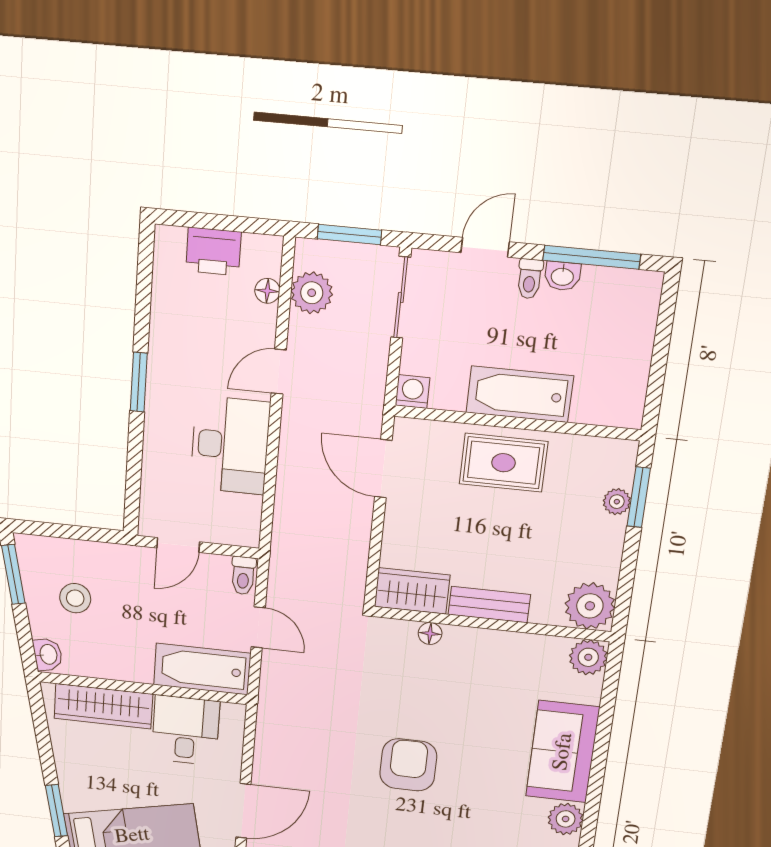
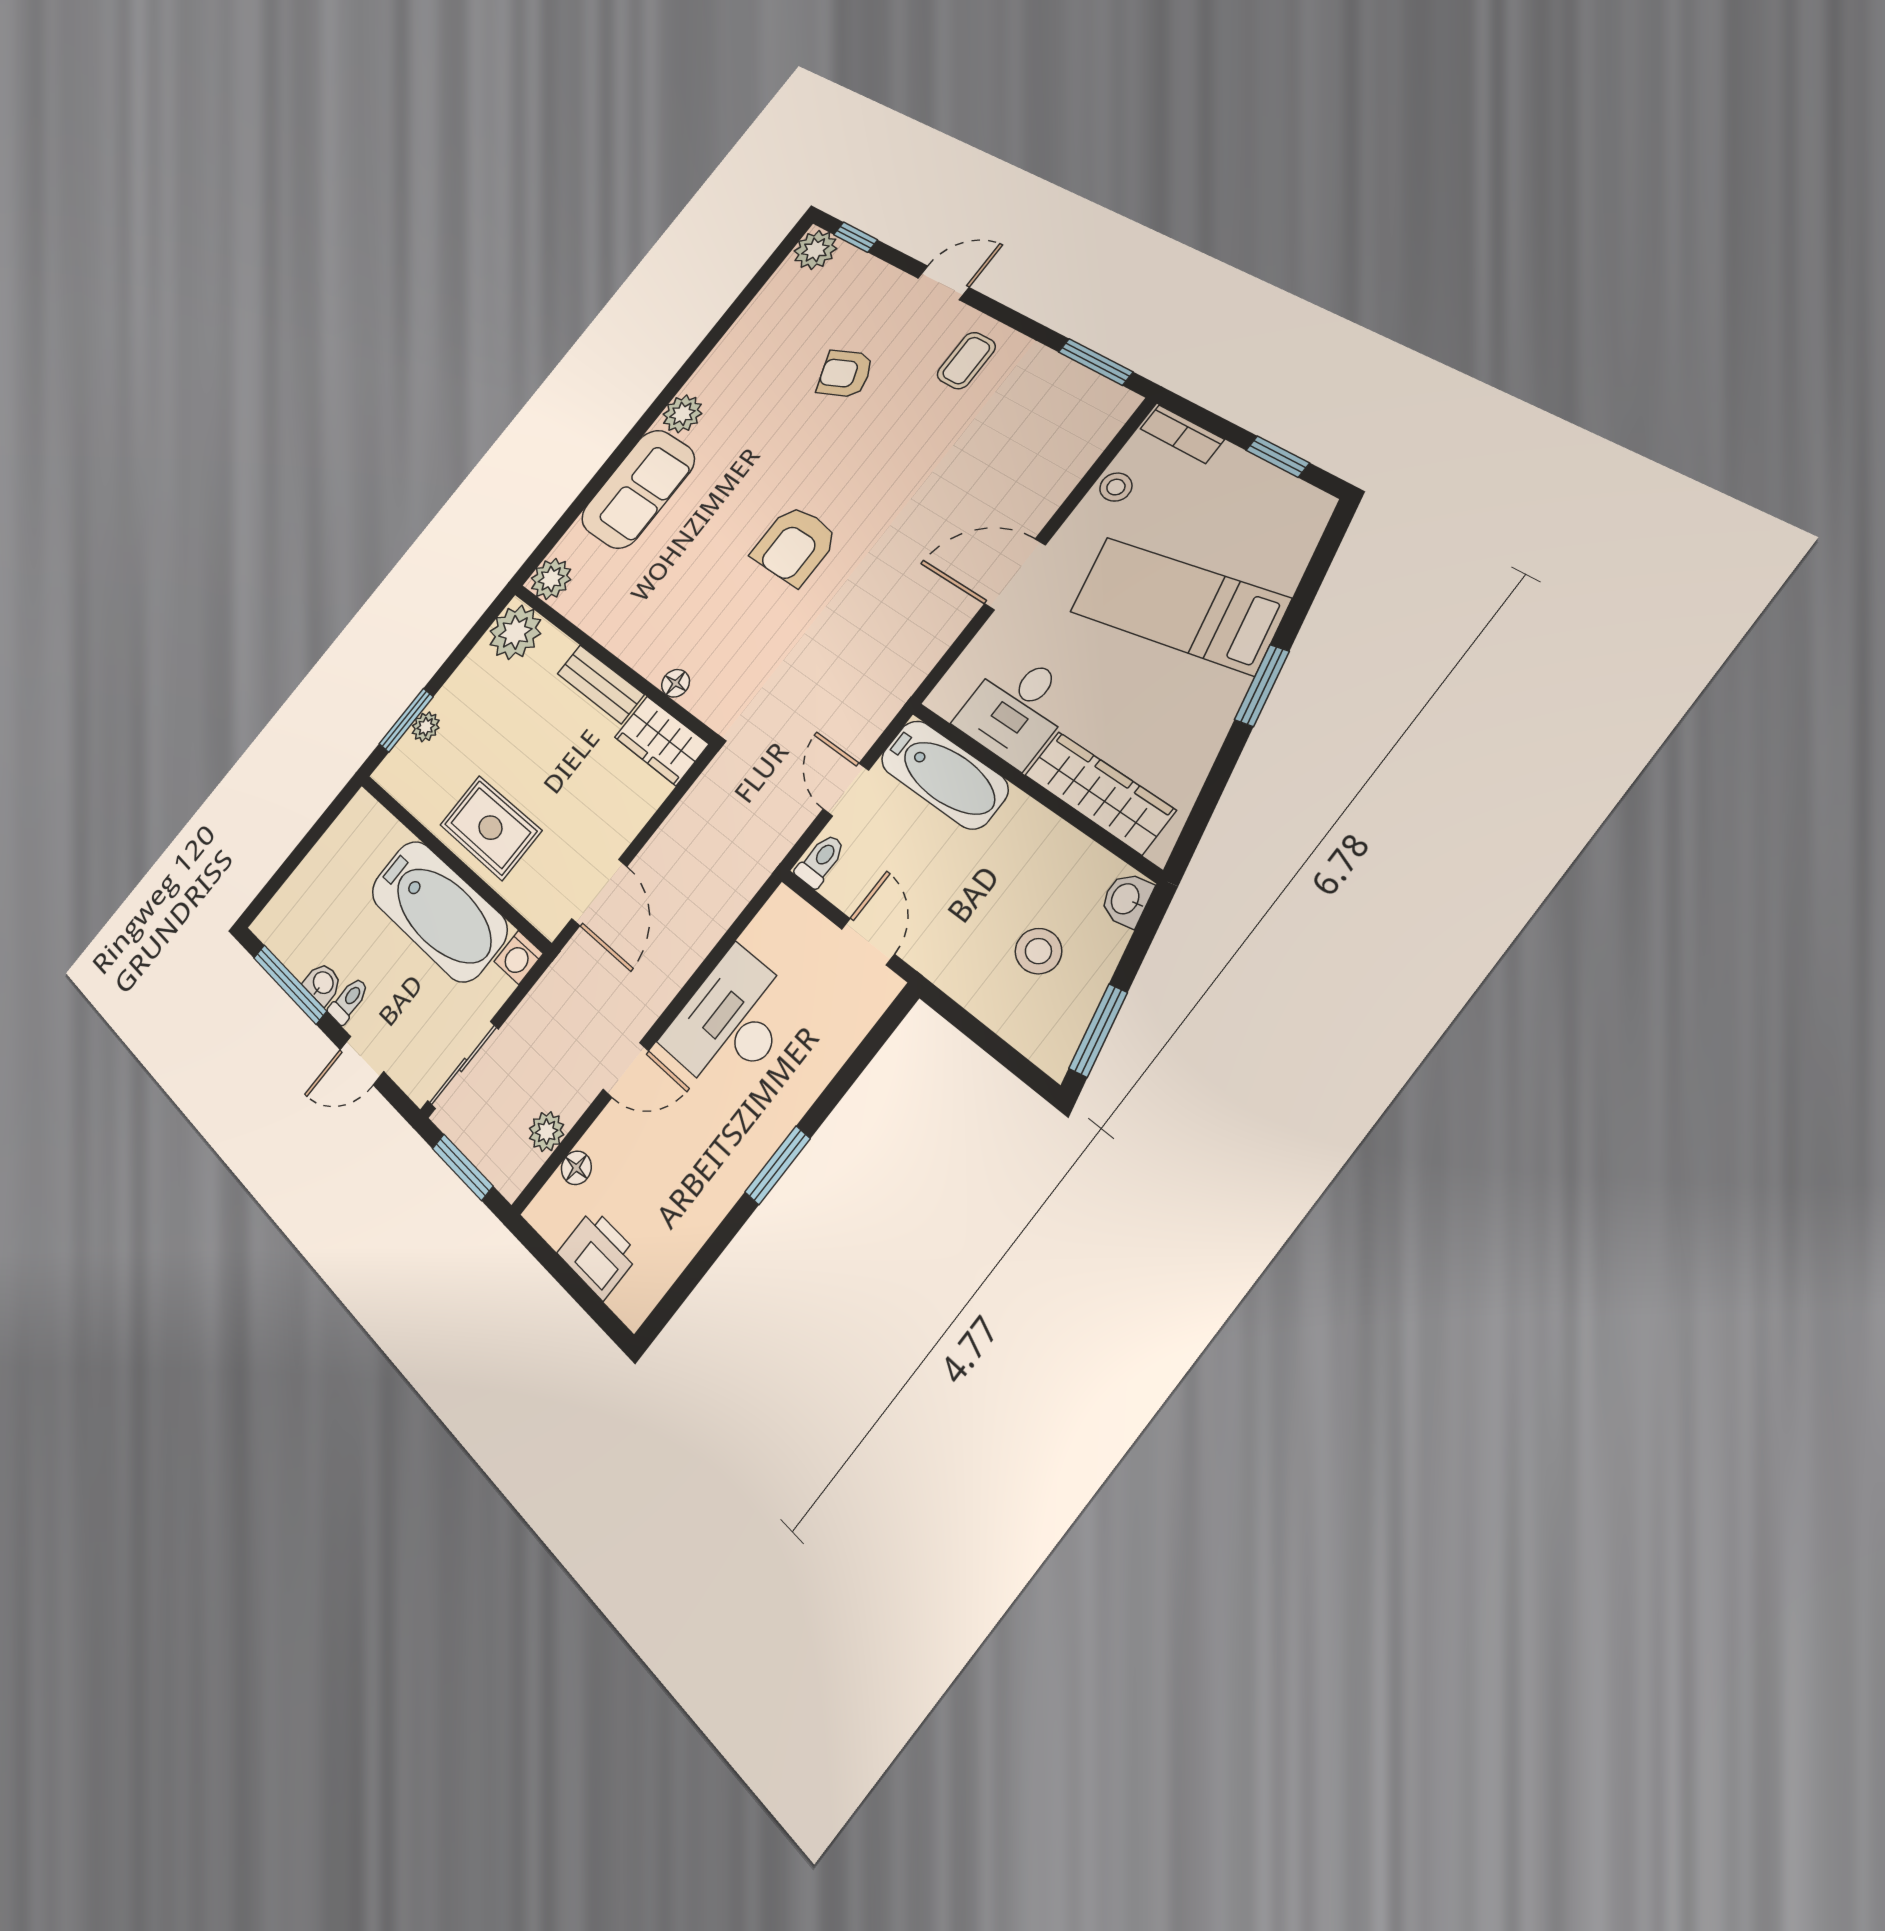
plant: (312, 293) -> (546, 1132), width x0.73, depth x0.73
bathtub: (520, 394) -> (439, 910), width x1.36, depth x1.36
door: (178, 545) -> (868, 942), hinge flipped

